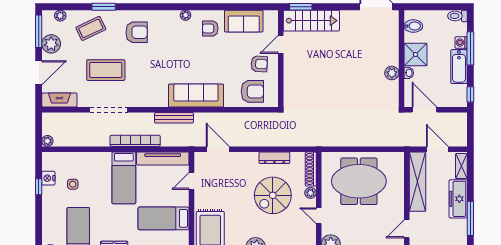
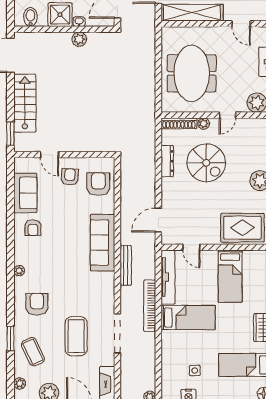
plant: (186, 15) -> (19, 271), moved
stairs: (311, 21) -> (25, 103), moved

